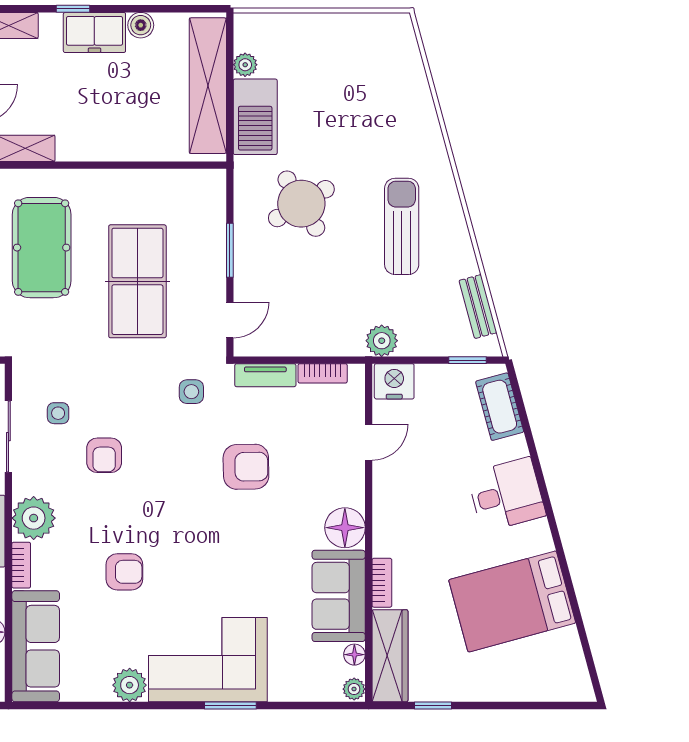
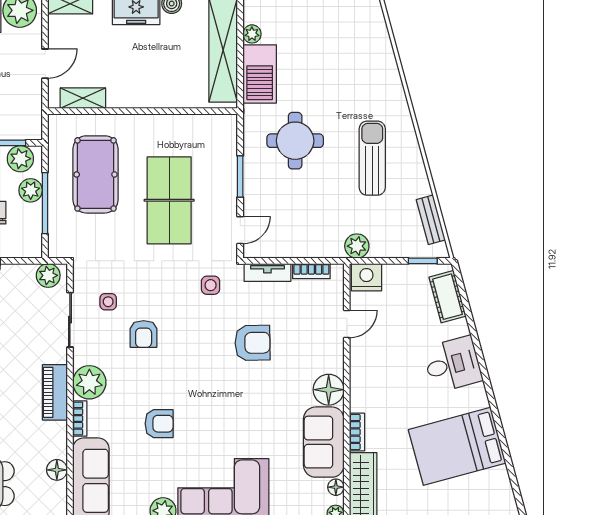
round table: (301, 204) -> (295, 141), turned 31

